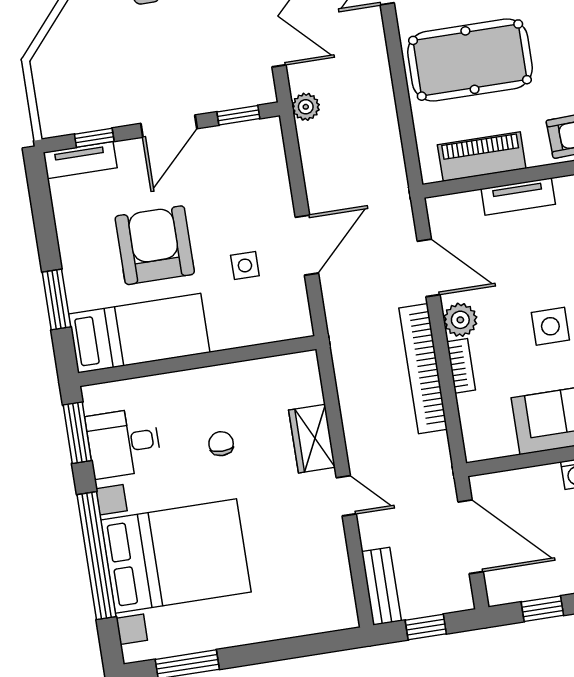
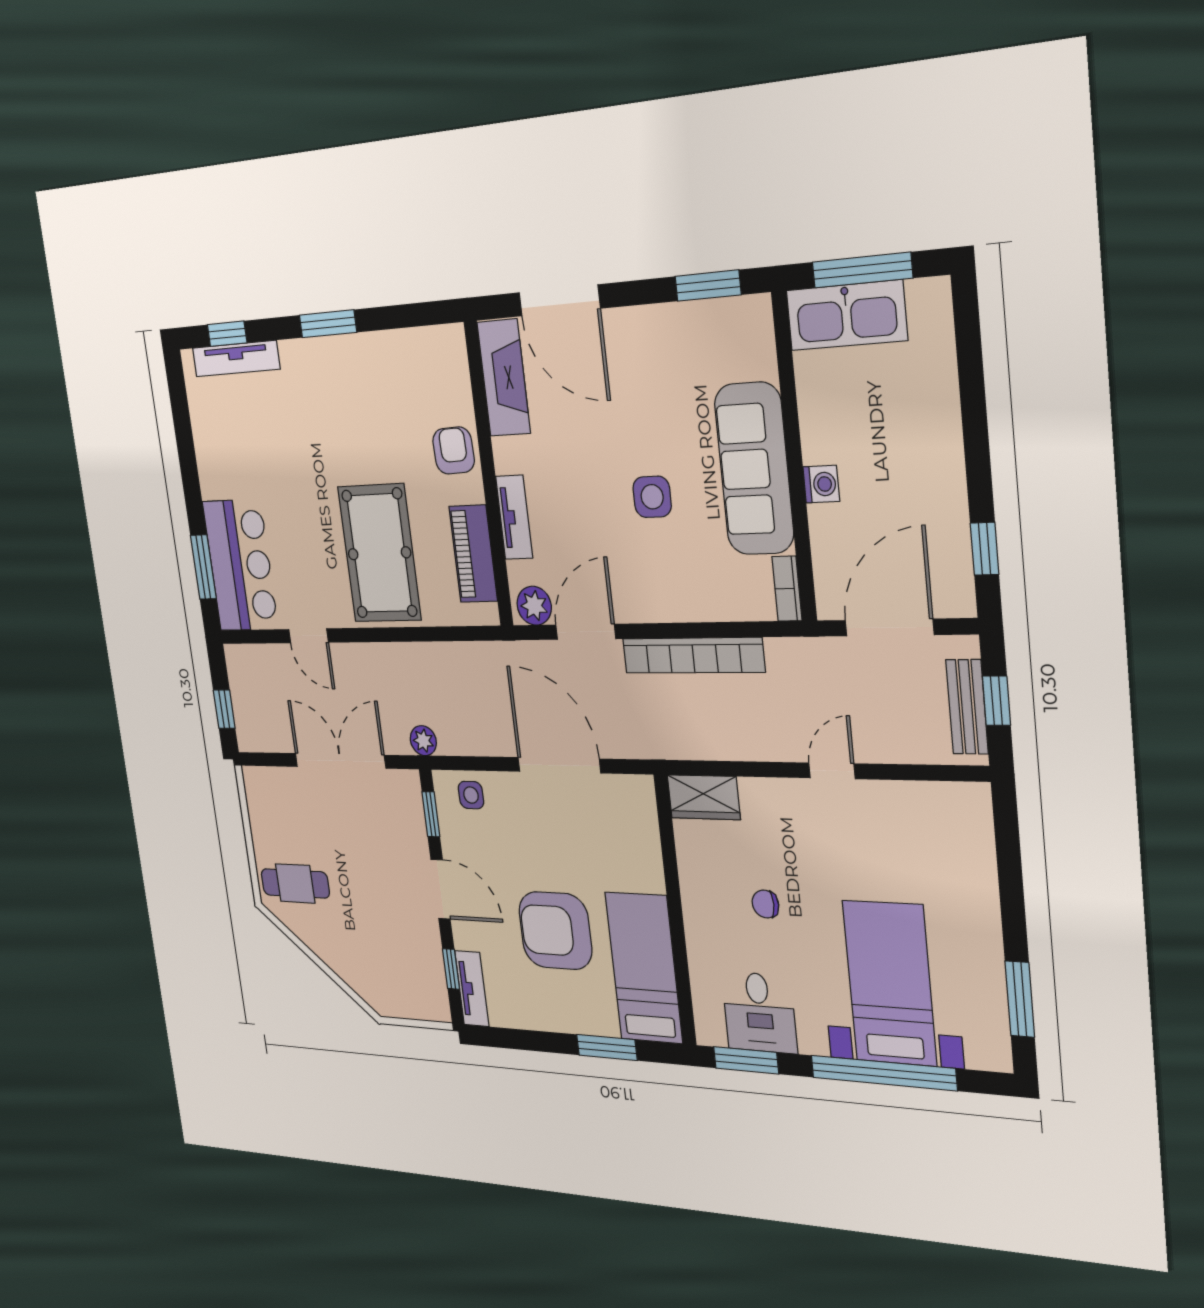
door: (307, 245) -> (559, 765), width x1.36
side table: (245, 265) -> (471, 795), moved
plant: (460, 320) -> (534, 606), moved
bookcase: (461, 366) -> (787, 589), moved, turned -90
wardrobe: (312, 439) -> (704, 797), moved
bed with nightstands: (176, 556) -> (890, 983), width x0.73
bench: (381, 586) -> (967, 707), moved, turned 90

